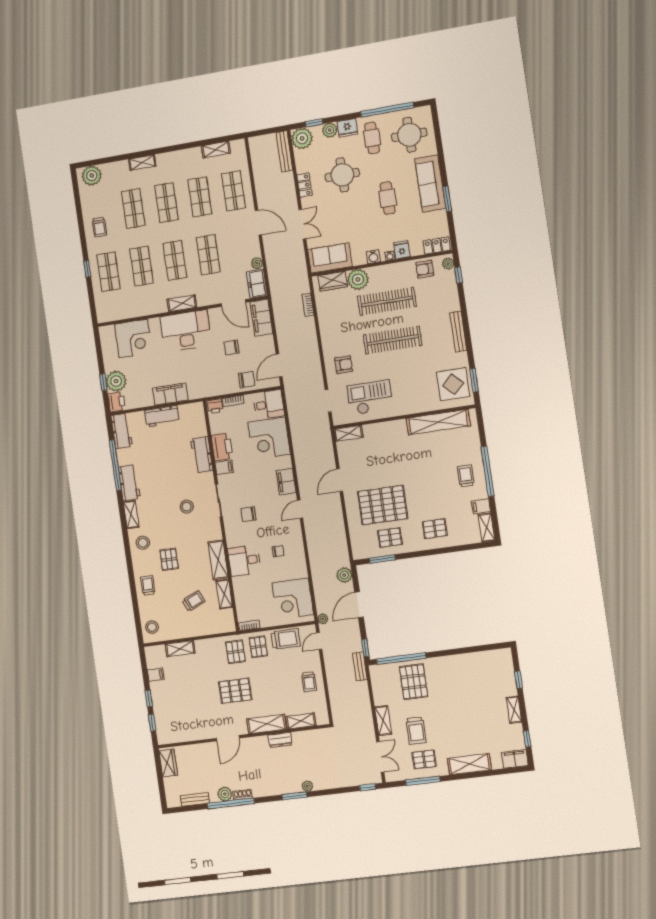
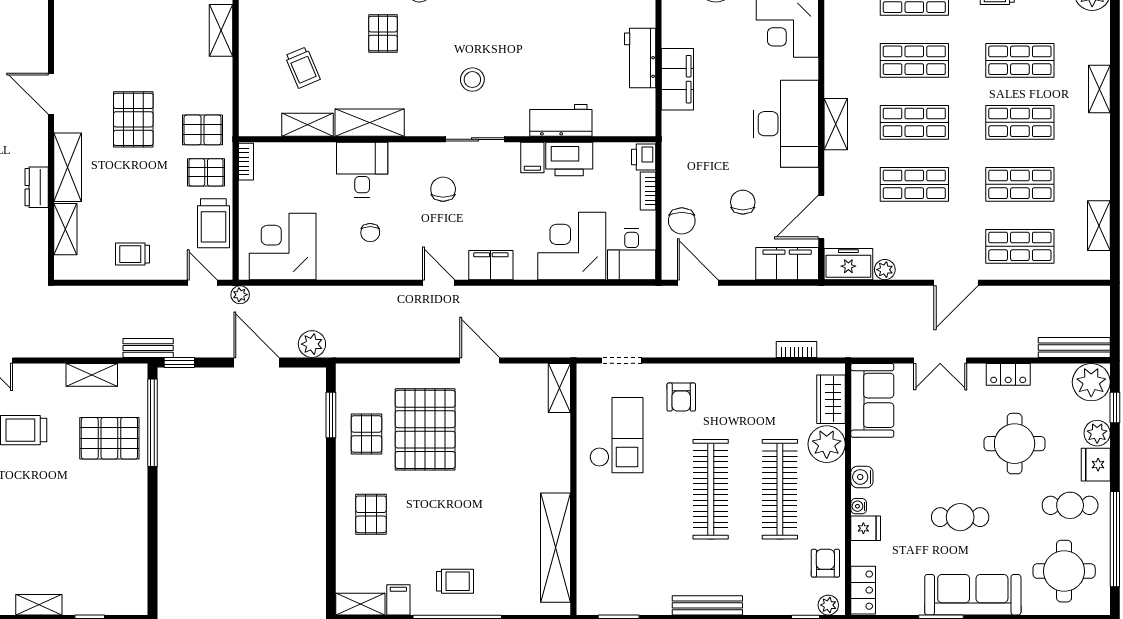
display table: (453, 384) -> (617, 583), removed
pallet: (169, 559) -> (383, 34), turned 90
shelving: (383, 721) -> (92, 375), moved

